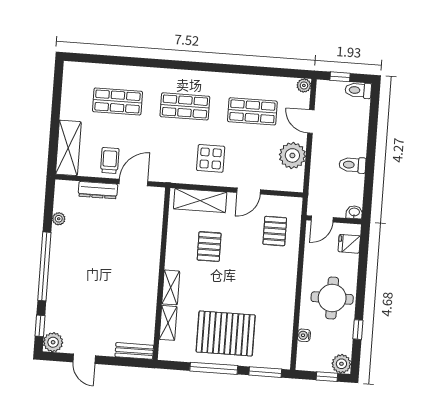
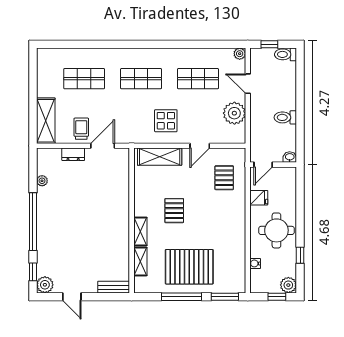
dresser: (98, 190) -> (73, 154), width x0.70
fridge: (349, 244) -> (259, 198), moved, turned 180
pallet: (209, 247) -> (174, 211), moved

